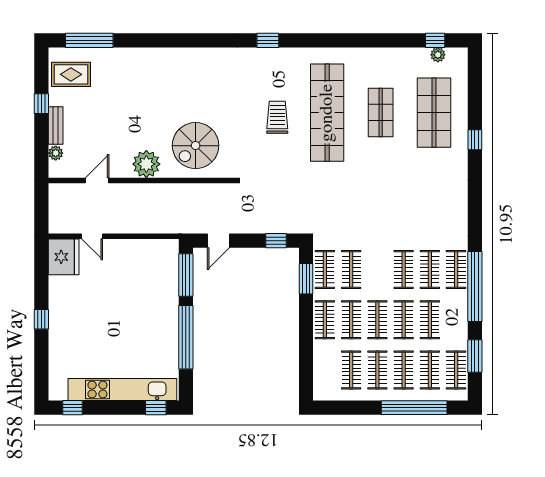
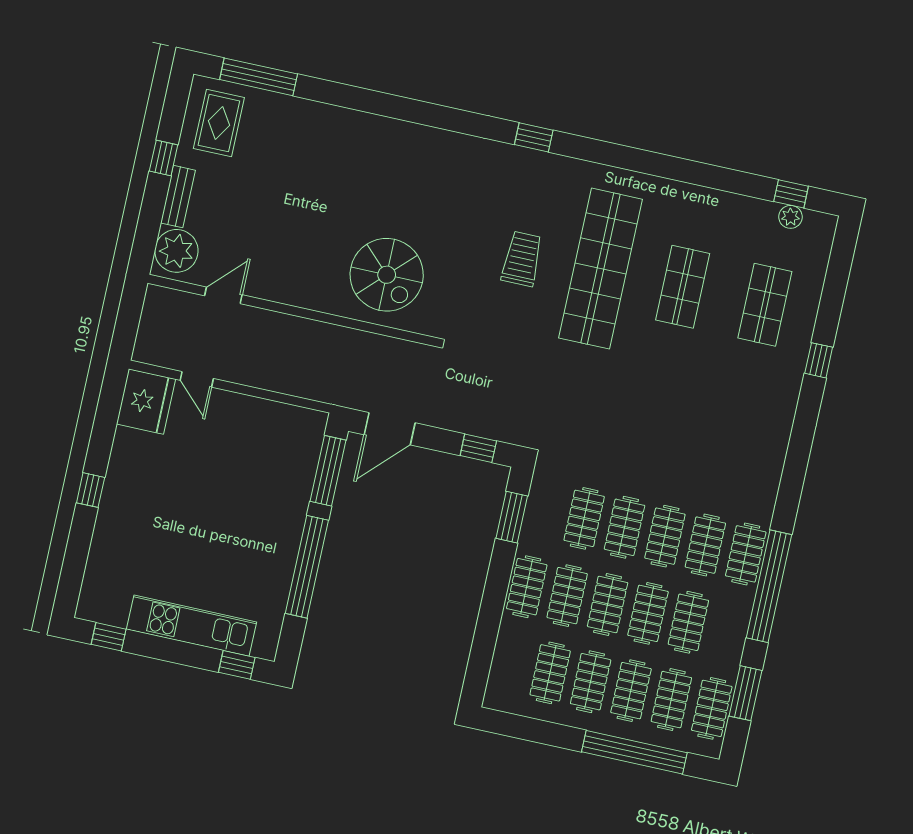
rug: (71, 74) -> (219, 123), turned 90
shop shelf: (434, 113) -> (765, 305), width x0.70, depth x0.74
spiral stairs: (196, 146) -> (387, 275), turned -90
plant: (56, 153) -> (176, 251), width x1.88, depth x1.88
plant: (146, 164) -> (305, 287), removed
door: (218, 241) -> (390, 429), width x1.38
clothes rail: (325, 270) -> (625, 527), moved
kitchen unit: (122, 389) -> (191, 626), width x0.73

